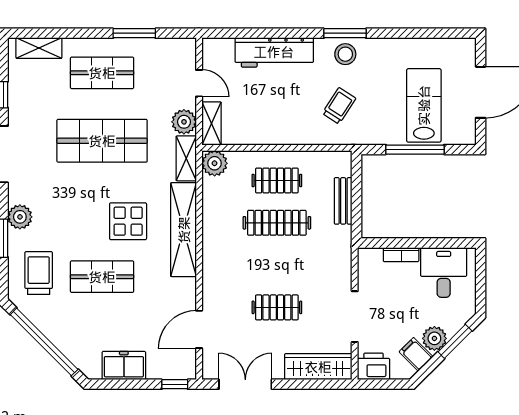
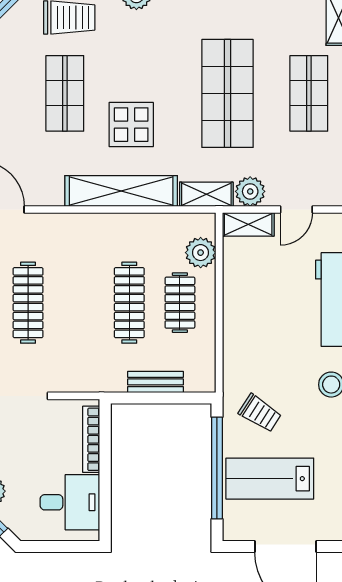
lab bench: (424, 105) -> (270, 479), turned 180
trolley: (339, 106) -> (260, 413), moved
window: (415, 150) -> (217, 468), width x1.46
plant: (215, 163) -> (201, 253), moved
bookcase: (401, 255) -> (91, 439), width x1.56
clothes rail: (277, 307) -> (28, 303), width x1.36

